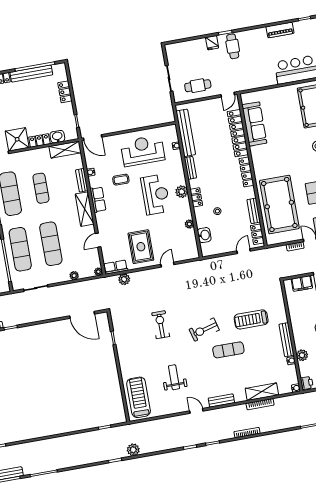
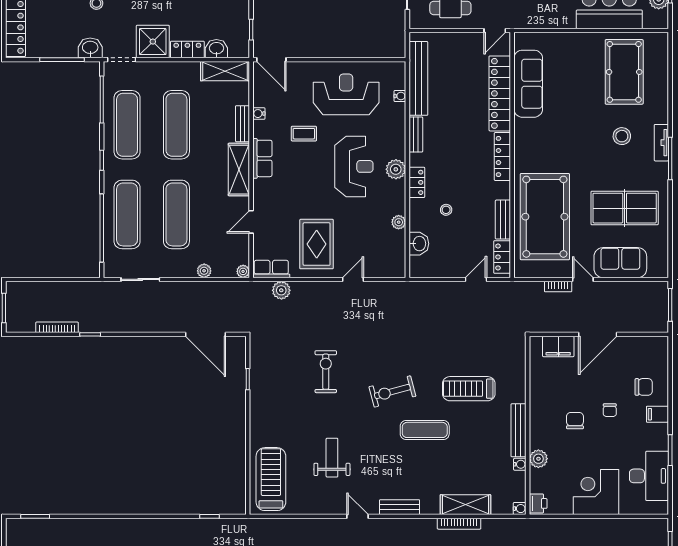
exercise mat: (41, 188) -> (176, 125), width x1.36, depth x1.45

